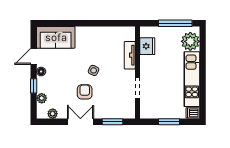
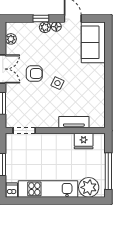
doorway: (138, 88) -> (24, 131), moved
plant: (42, 98) -> (45, 27), moved

